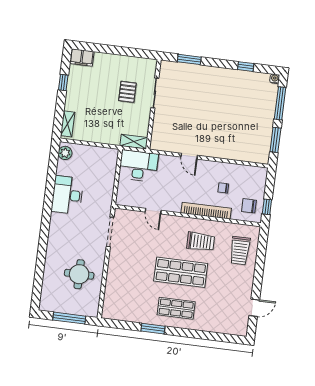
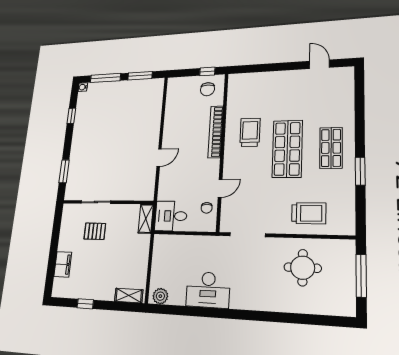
filing cabinet: (82, 57) -> (63, 264), moved
desk: (139, 166) -> (171, 216), width x0.73
chair: (223, 188) -> (207, 208), moved
trolley: (240, 251) -> (309, 213), moved

